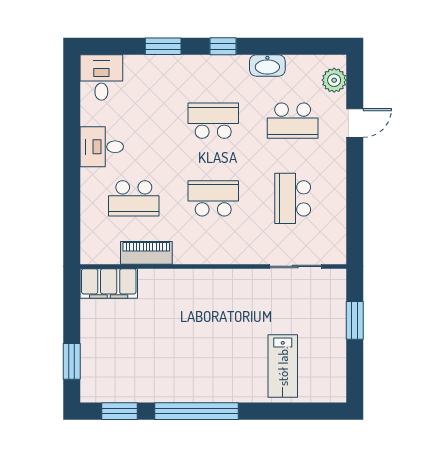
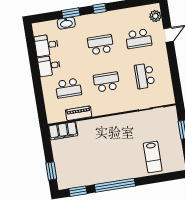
washbasin: (267, 65) -> (66, 23), moved
desk: (101, 78) -> (46, 45), moved, turned -90

